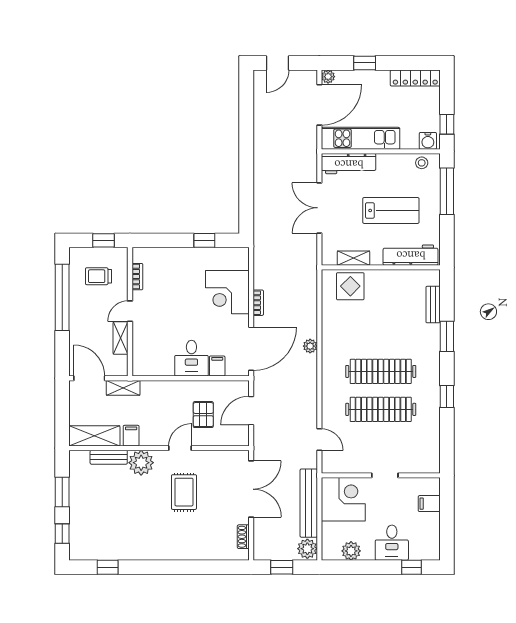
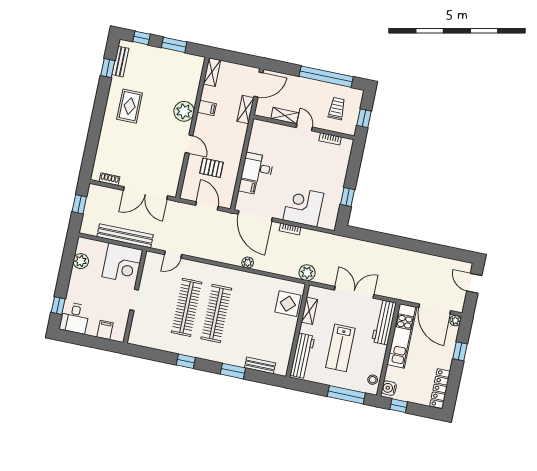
shelving: (94, 436) -> (212, 72), width x0.67, depth x0.75
bench: (109, 457) -> (120, 62), moved
rug: (184, 492) -> (130, 106), moved, turned 90
desk: (392, 543) -> (75, 318), moved, turned -90
plant: (307, 549) -> (307, 273), moved

